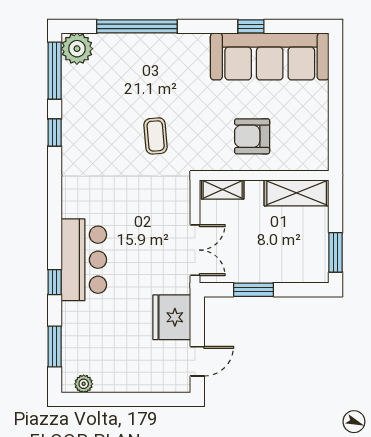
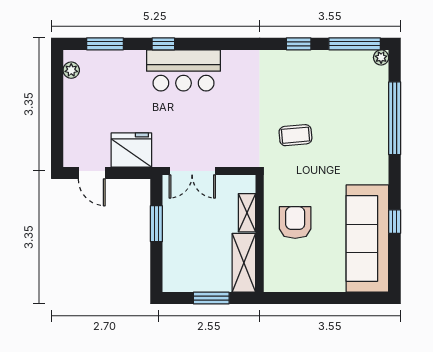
plant: (77, 49) -> (381, 57), width x0.53, depth x0.53
shelving: (223, 189) -> (247, 213), moved
window: (336, 252) -> (211, 298), moved

